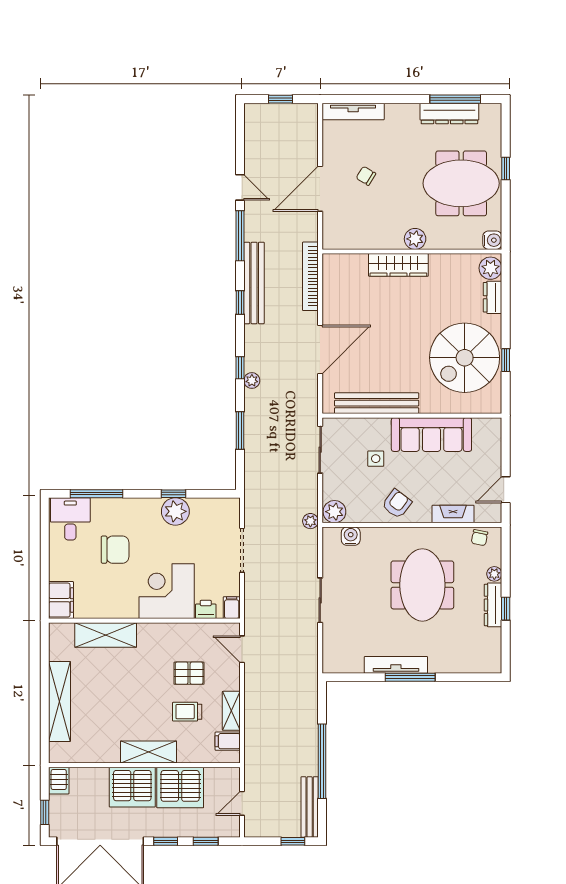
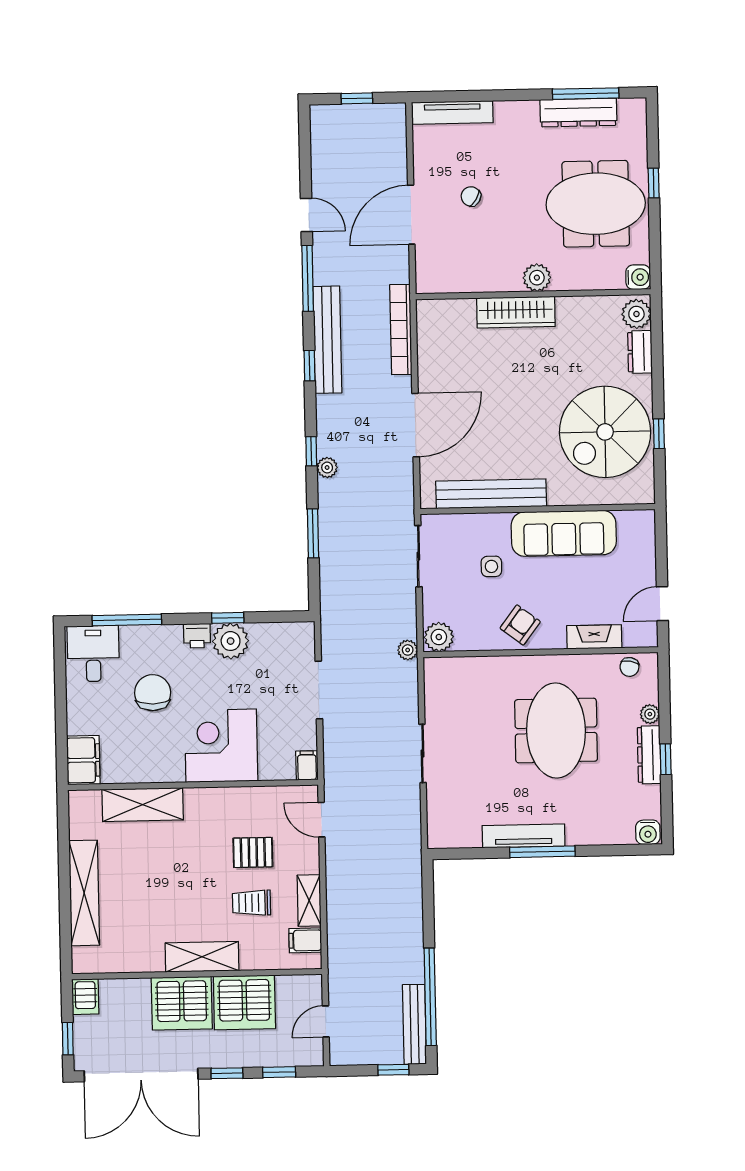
water cooler: (351, 536) -> (648, 832), moved, turned 180
chair: (115, 550) -> (153, 693), turned -90
printer: (206, 609) -> (197, 636), moved, turned 180
window: (322, 761) -> (430, 997), moved

